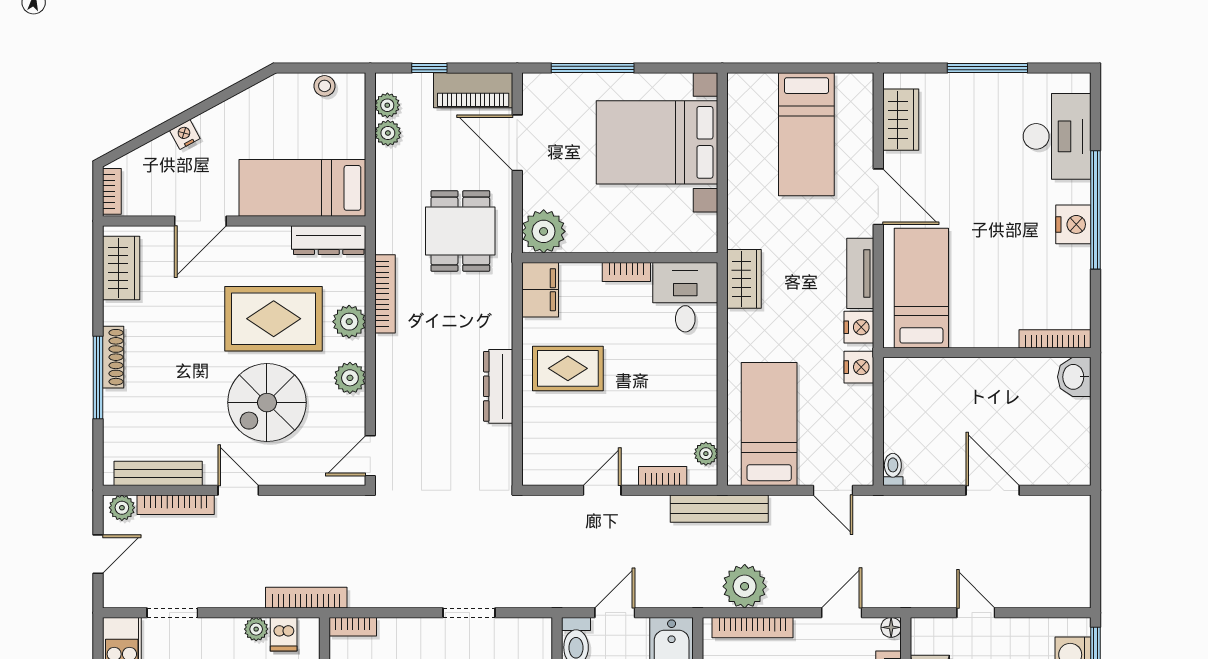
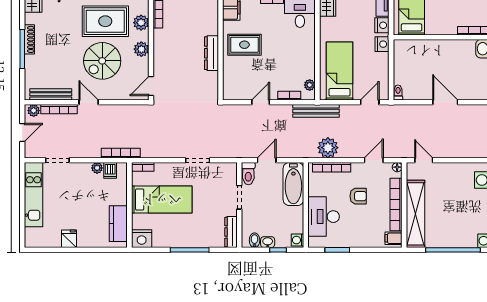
door: (833, 490) -> (370, 102), swing flipped
door: (976, 613) -> (424, 160), moved

